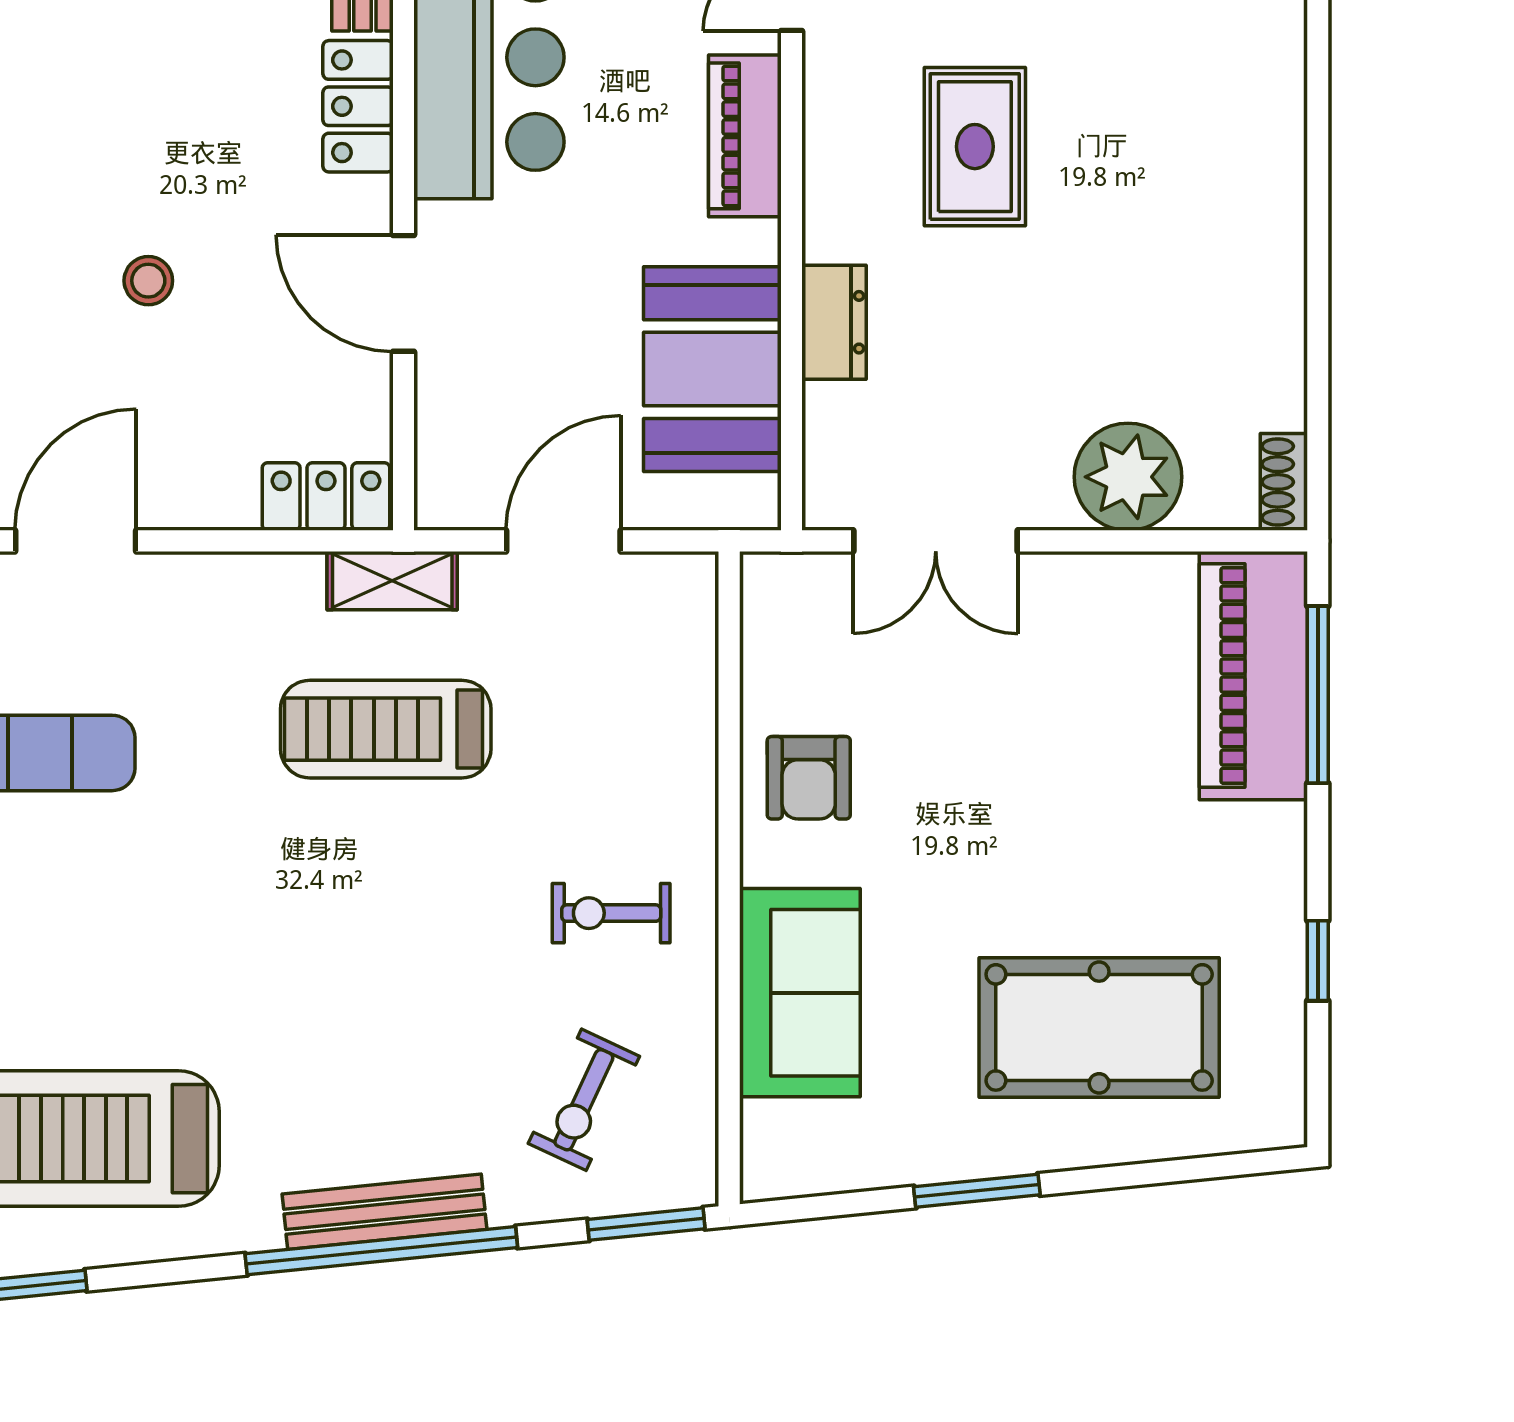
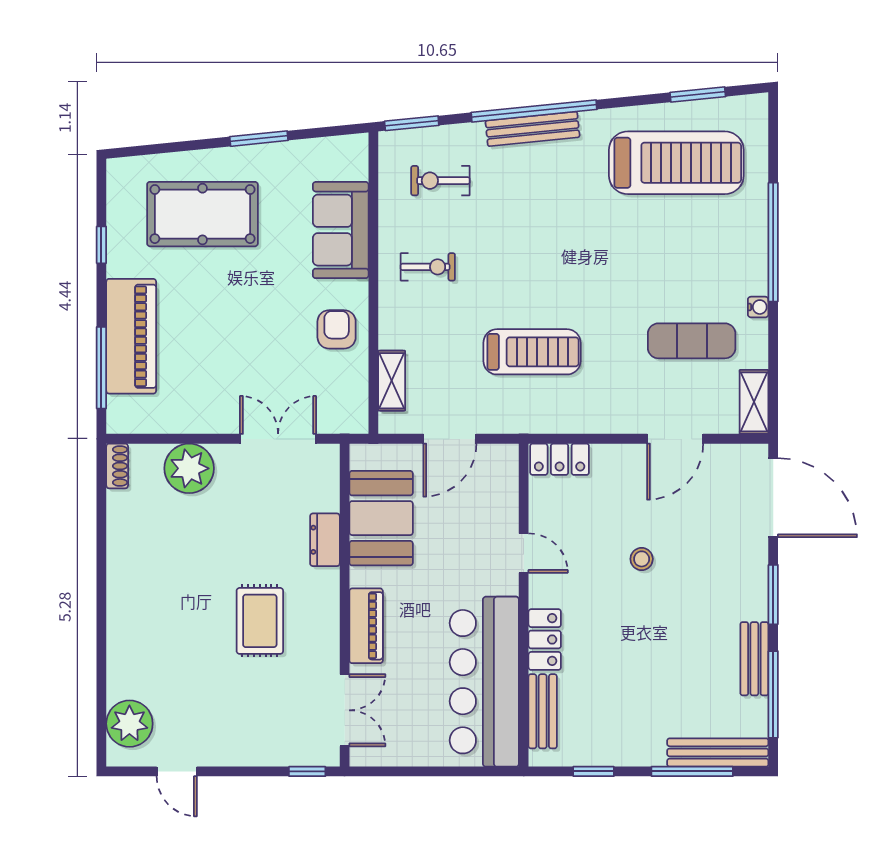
door: (404, 293) -> (524, 553), width x0.73
shelving: (392, 581) -> (392, 381), moved, turned 90
piano: (1253, 676) -> (131, 336), moved
exercise bike: (584, 1100) -> (440, 181), turned -115

